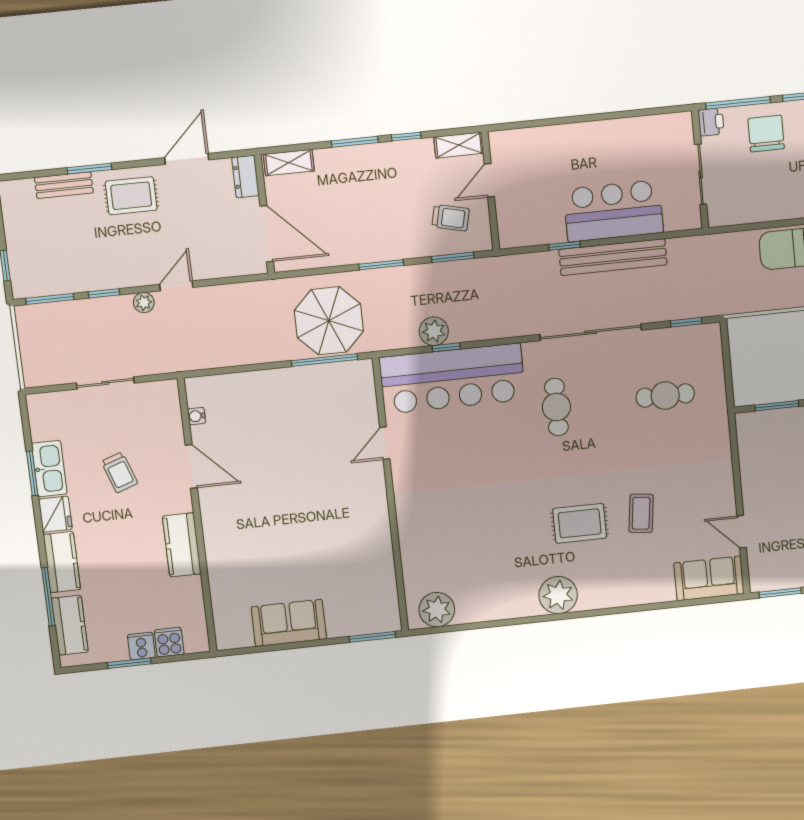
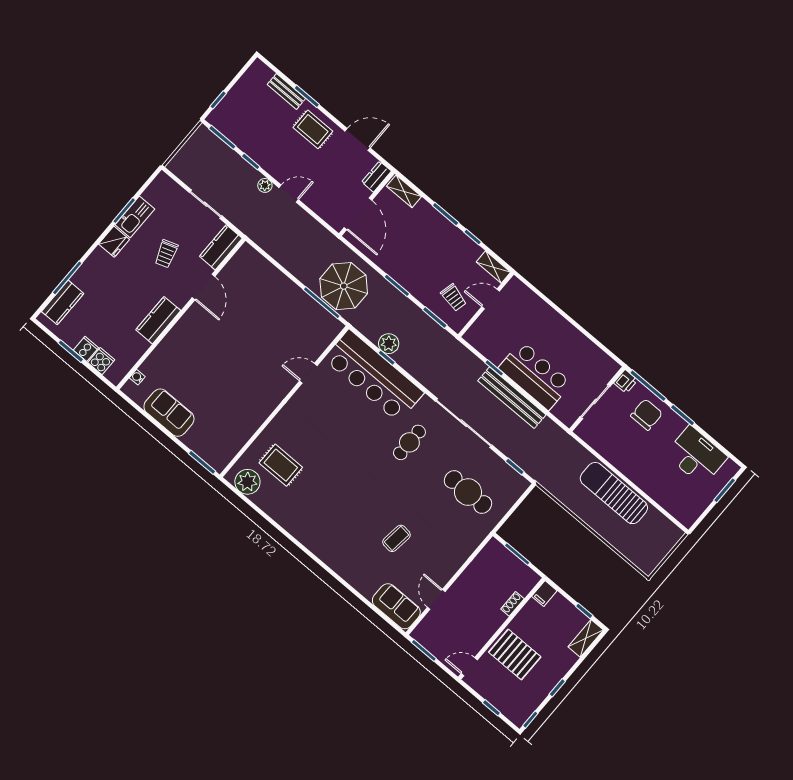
cafe table: (665, 396) -> (468, 492), width x1.37, depth x1.35
water cooler: (197, 416) -> (137, 377), moved
rug: (580, 523) -> (281, 465), moved
kitchen counter: (62, 562) -> (221, 247), moved, turned 180
plant: (558, 595) -> (314, 537), removed

